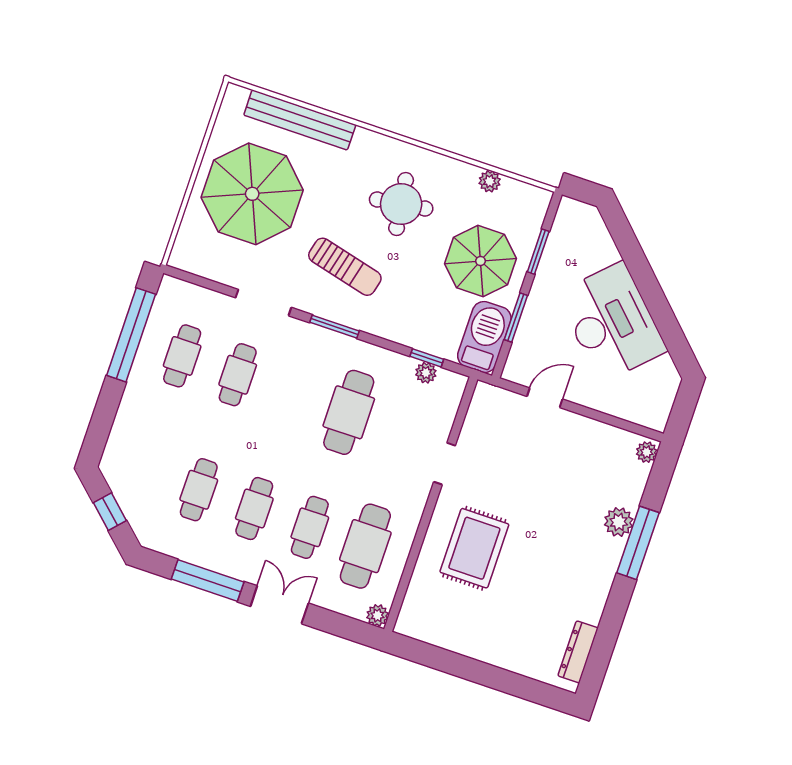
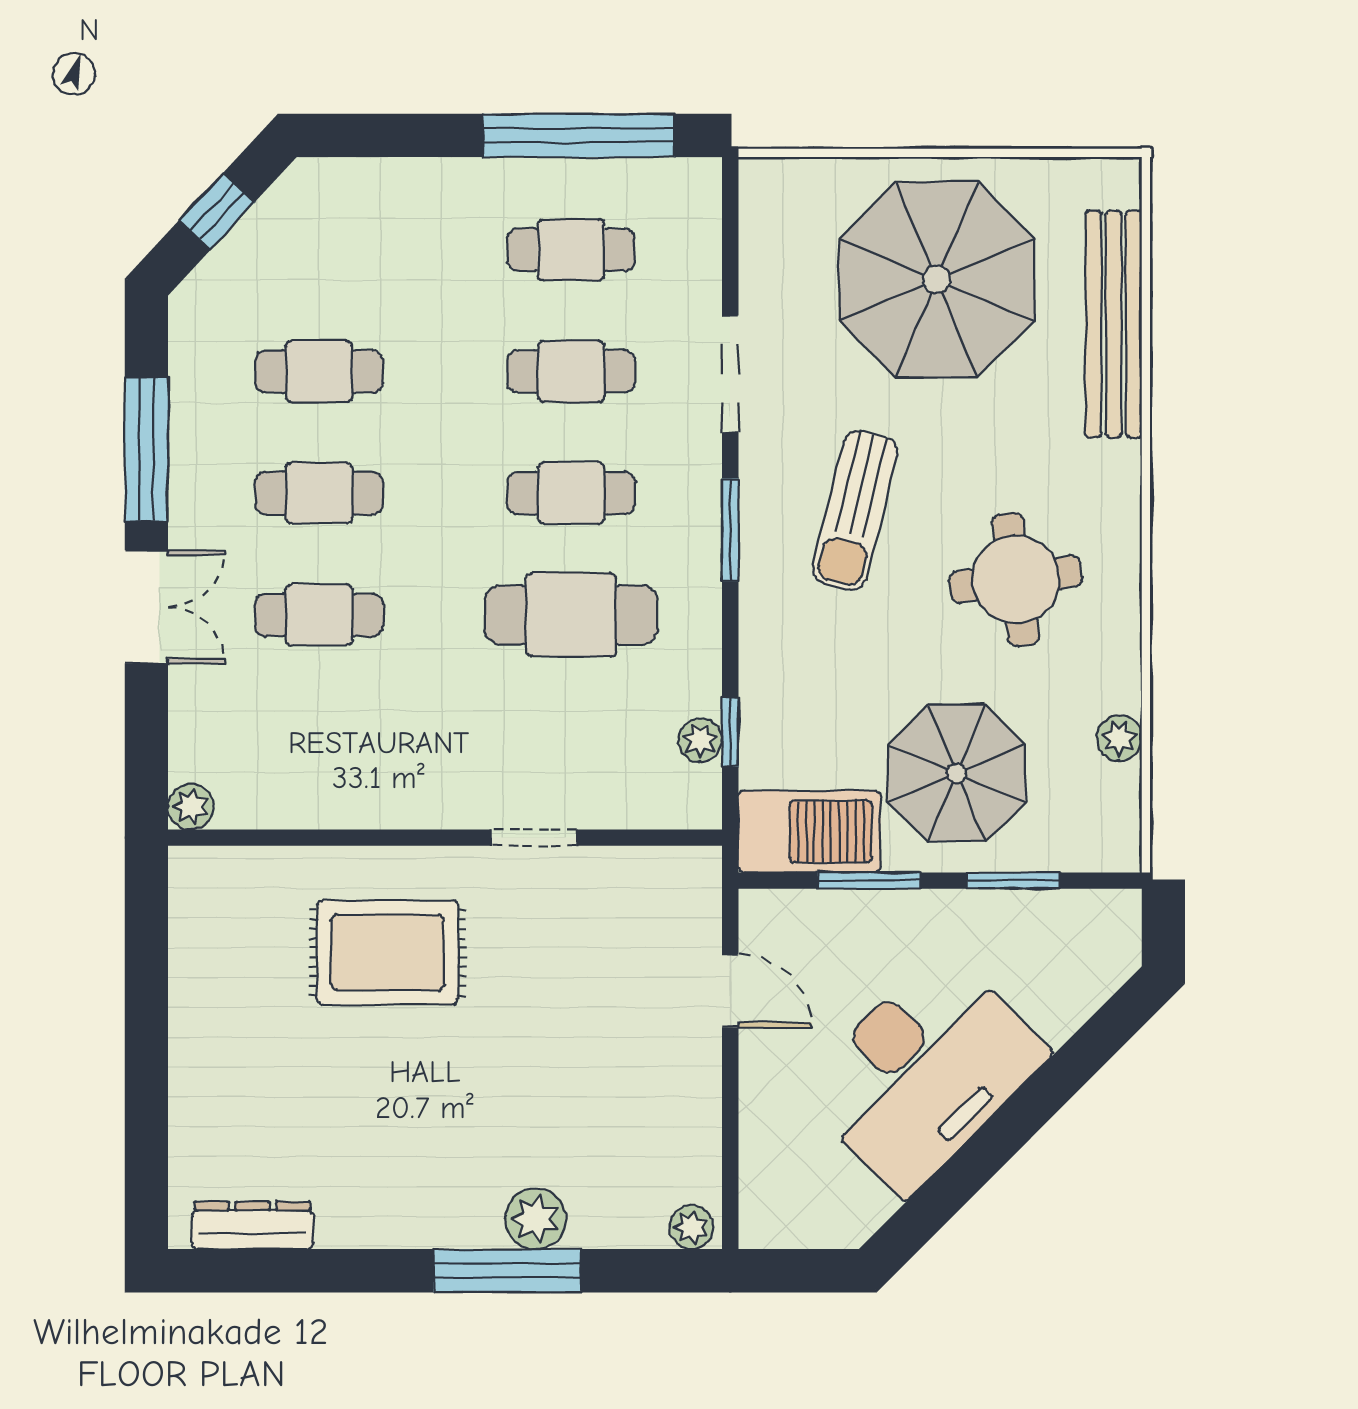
cafe table: (365, 546) -> (571, 493), moved, width x0.73, depth x0.74

